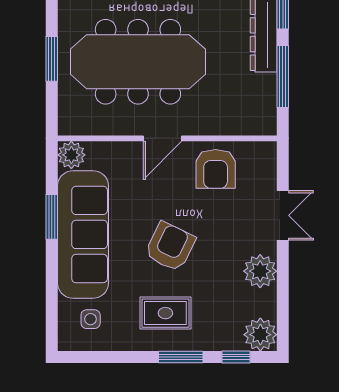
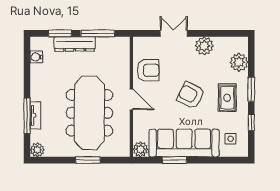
plant: (260, 335) -> (239, 62), moved
window: (236, 357) -> (251, 122), moved

